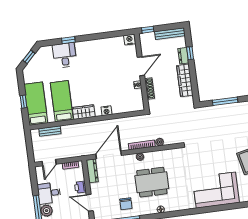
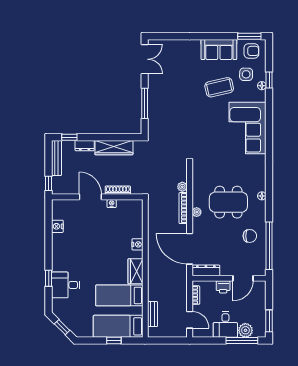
nightstand: (129, 40) -> (57, 226), moved
window: (190, 53) -> (69, 137), moved
dining table: (152, 182) -> (228, 202), turned 90

